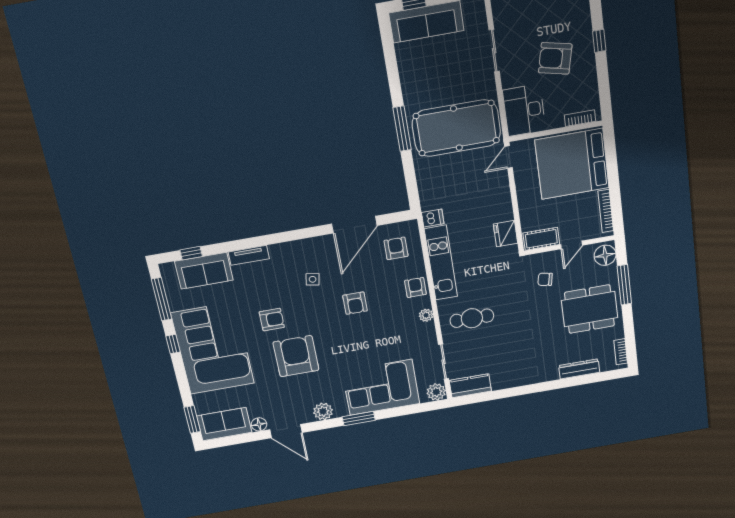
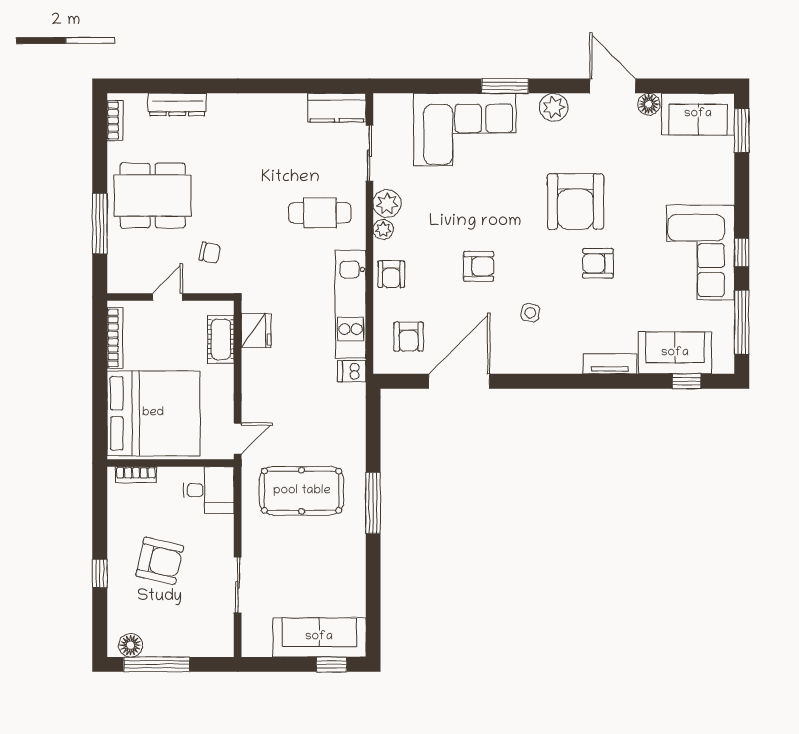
desk: (524, 110) -> (209, 490), width x0.73
pool table: (456, 128) -> (302, 491), width x0.73, depth x0.76
cot: (541, 239) -> (221, 339), moved, turned 90
floor lamp: (605, 255) -> (122, 273), removed
armchair: (355, 303) -> (479, 266), turned 90
corner sofa: (213, 348) -> (701, 252), width x0.73, depth x0.74
plant: (436, 392) -> (387, 204), moved

